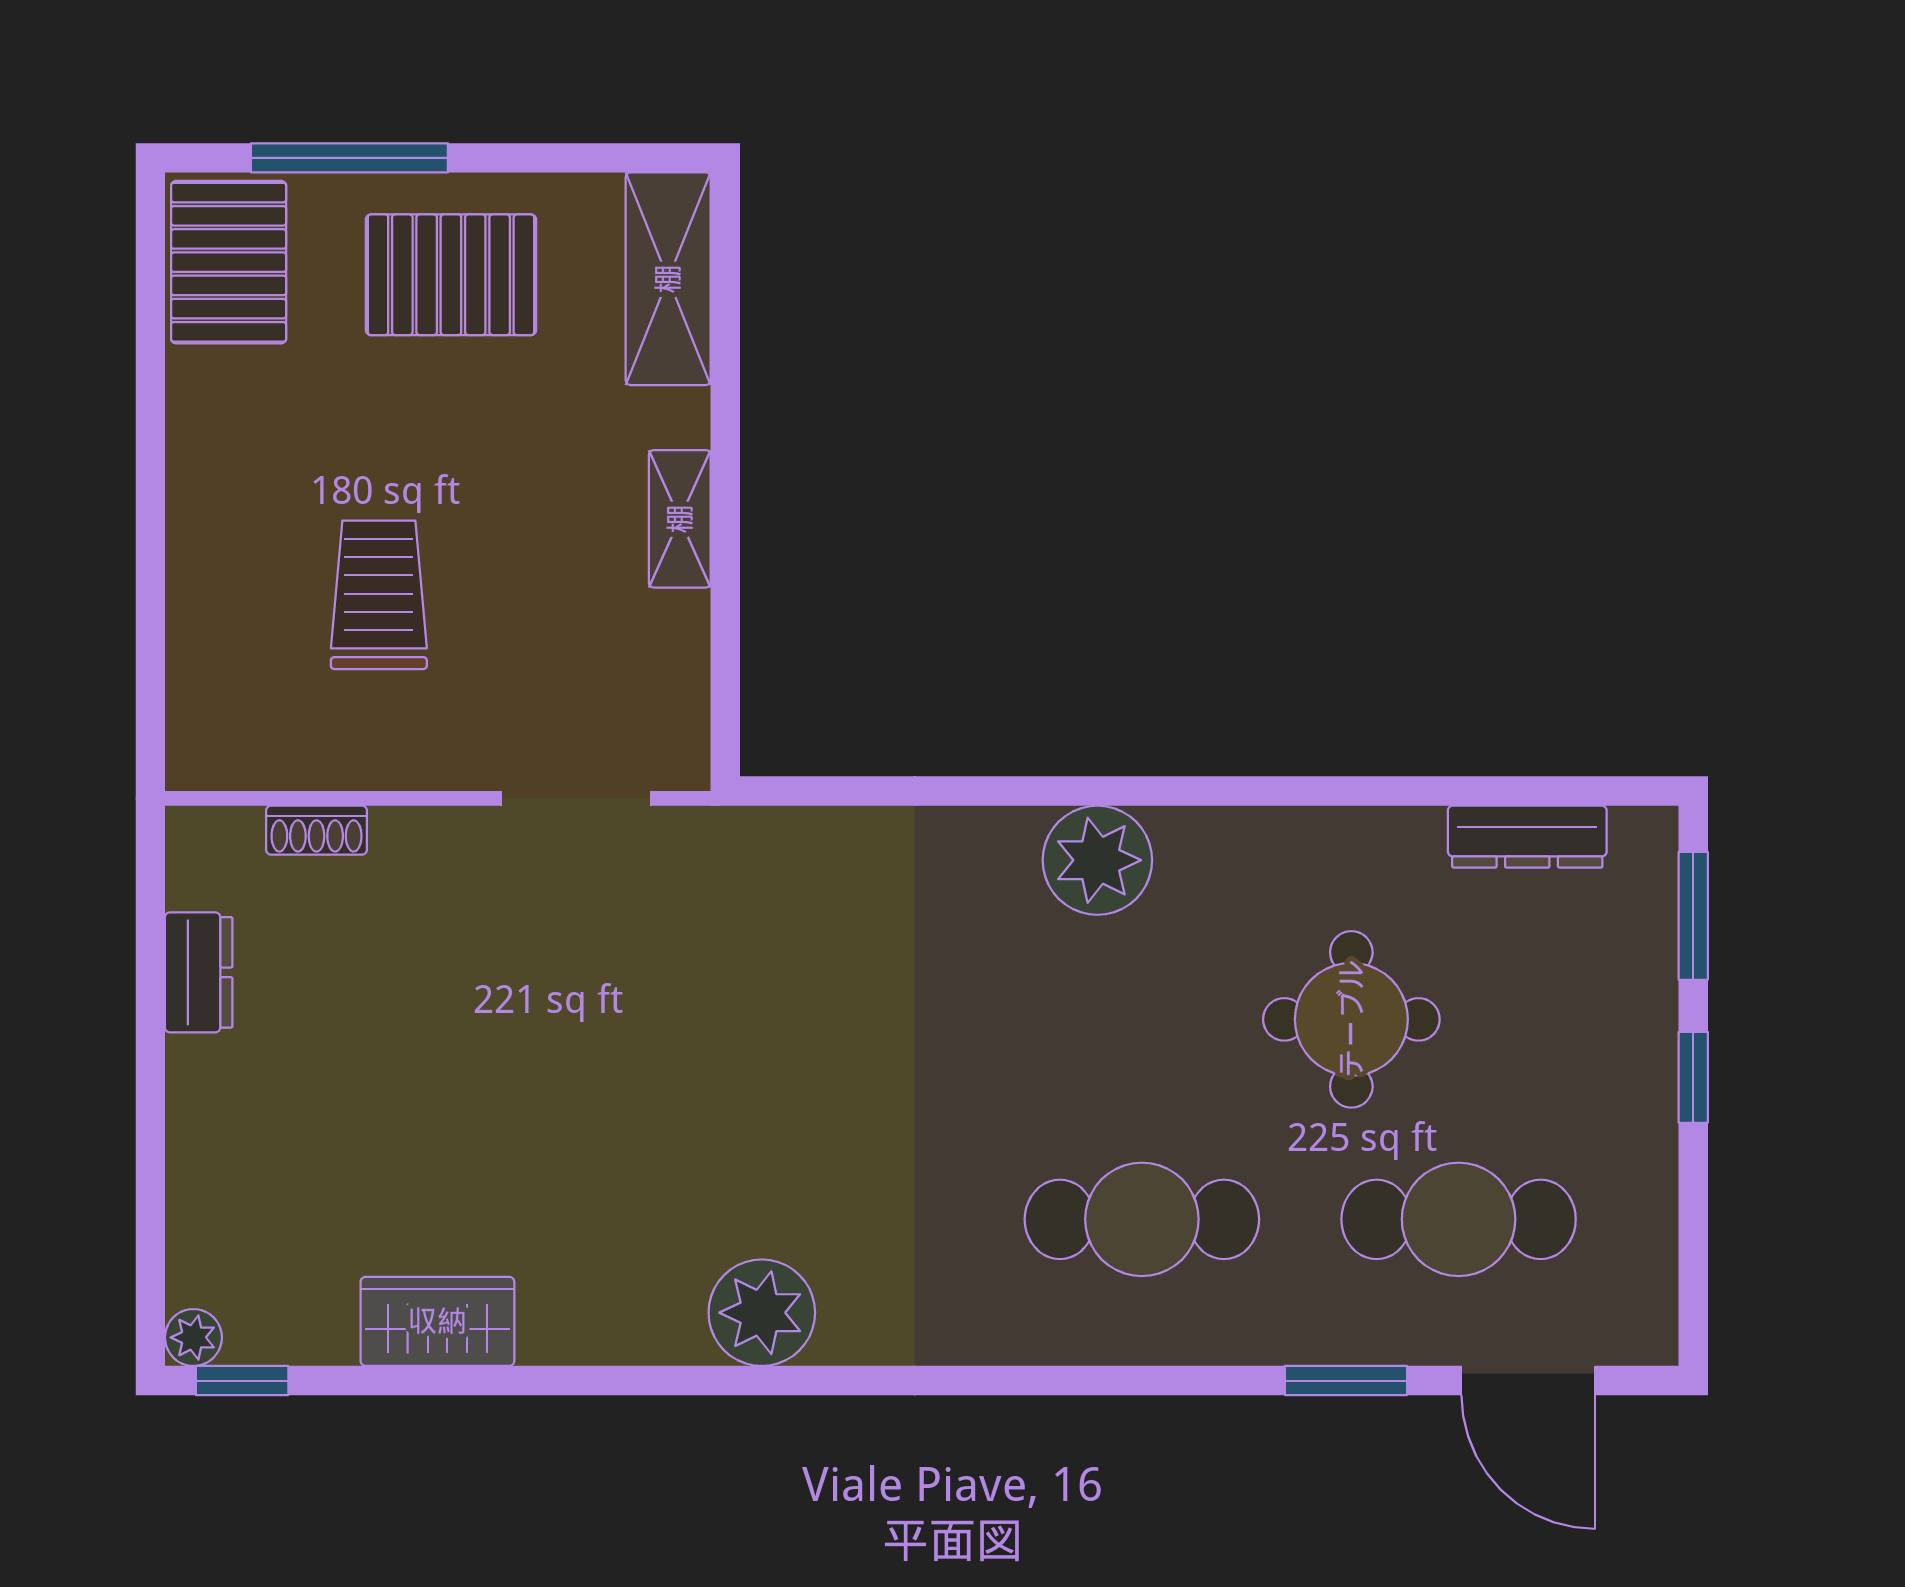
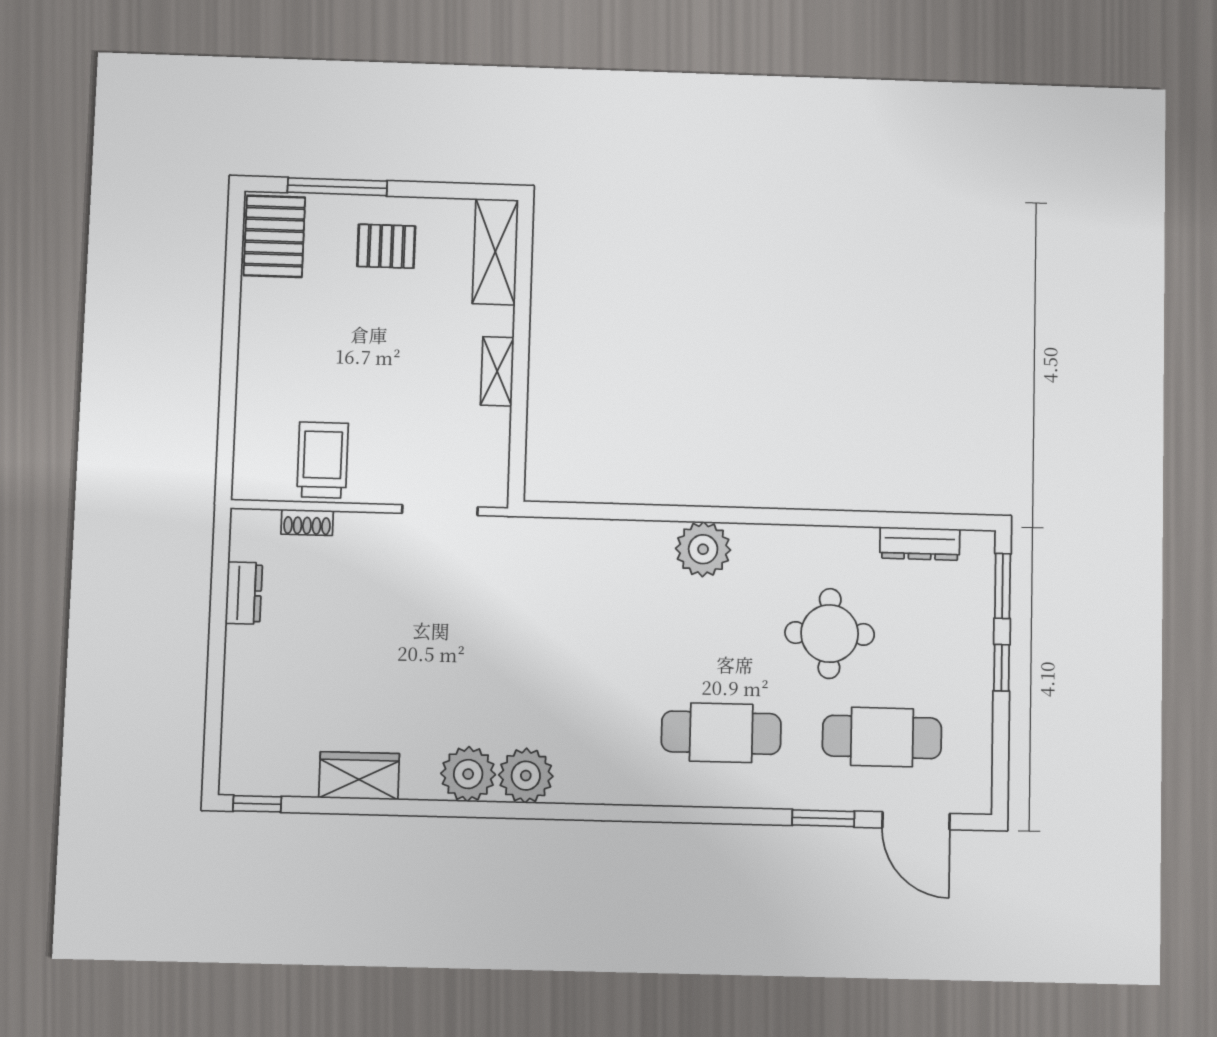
pallet: (451, 275) -> (386, 246), width x0.67, depth x0.71
trolley: (379, 595) -> (323, 460), moved
plant: (193, 1337) -> (468, 774), moved, width x1.88, depth x1.88

